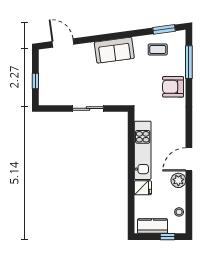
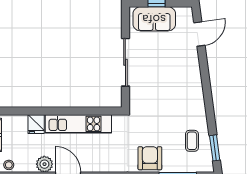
sofa: (114, 50) -> (154, 19), moved, turned -82
sliding door: (88, 108) -> (125, 62), width x1.37

